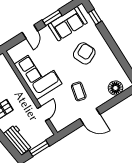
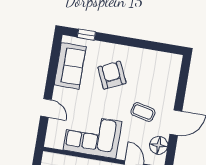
window: (52, 18) -> (51, 75), removed
floor lamp: (115, 88) -> (159, 145), moved

